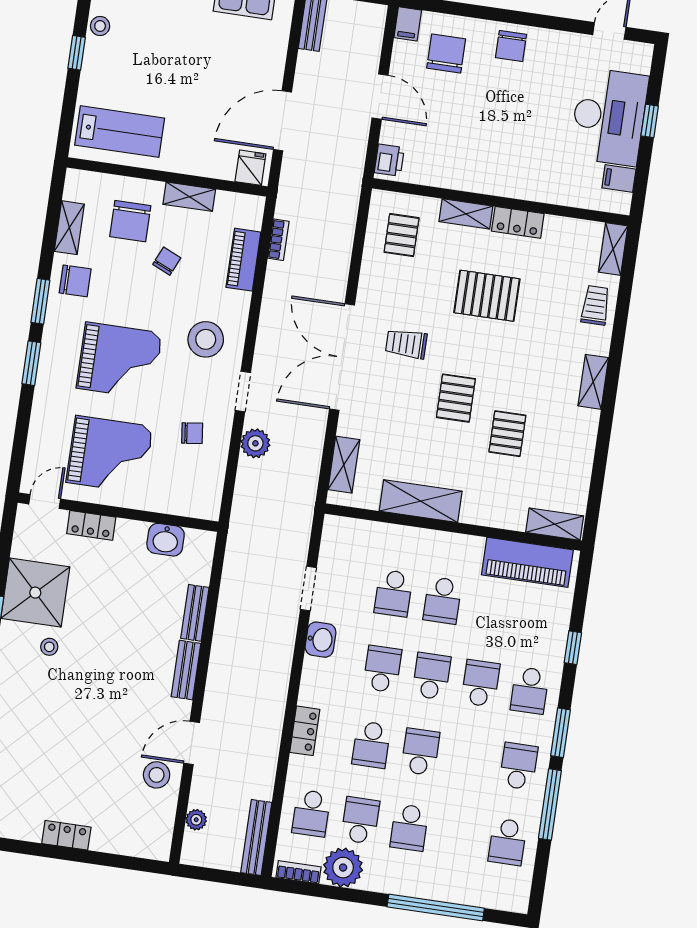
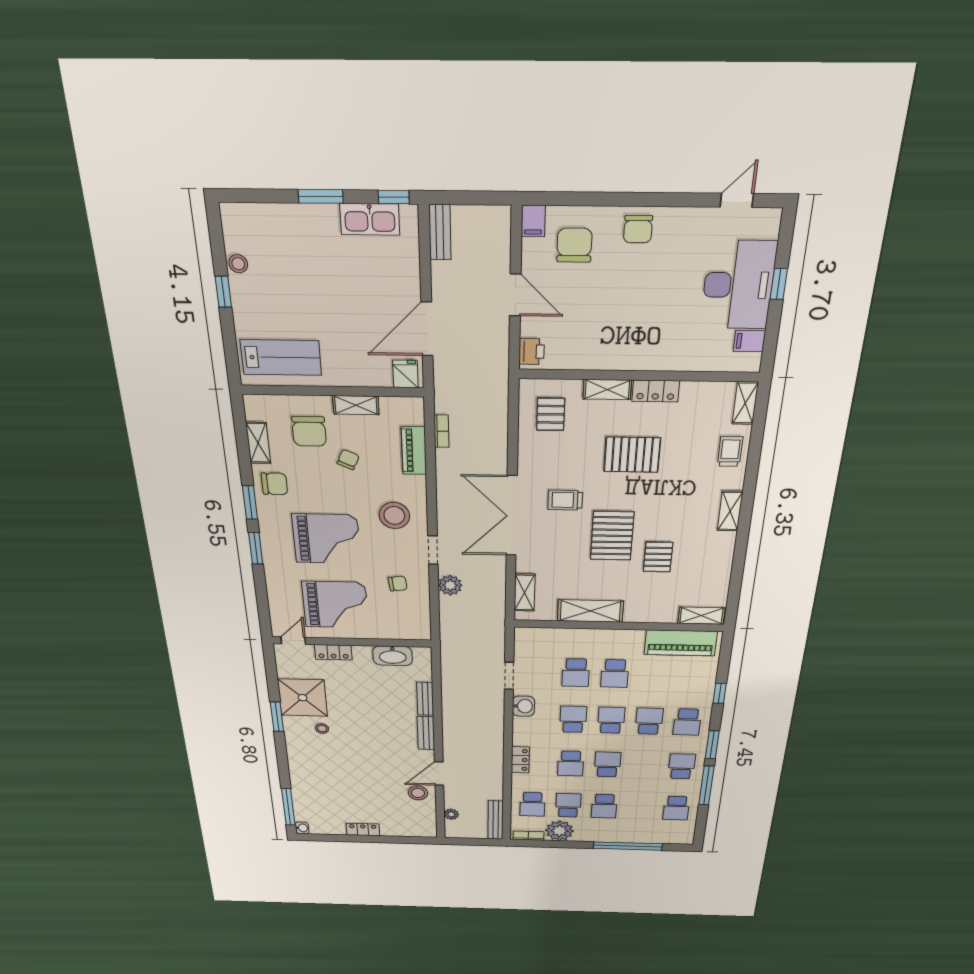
pallet: (456, 398) -> (612, 536), width x1.50, depth x1.42
washbasin: (166, 540) -> (393, 656), width x1.38

